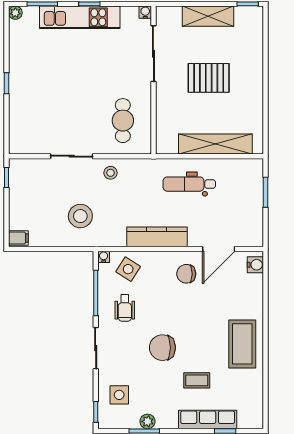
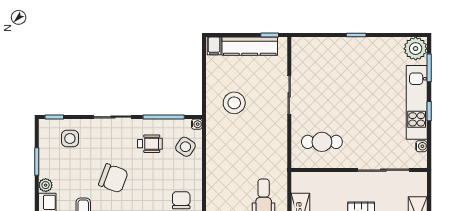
water cooler: (145, 12) -> (421, 146), moved
plant: (15, 13) -> (416, 49), width x1.88, depth x1.88
stool: (111, 173) -> (274, 131), removed
kitchen counter: (157, 237) -> (250, 46), moved, turned 90
wheelchair: (125, 308) -> (150, 144), turned 180
chair: (162, 348) -> (113, 178), turned 110
plant: (147, 421) -> (46, 185), moved

